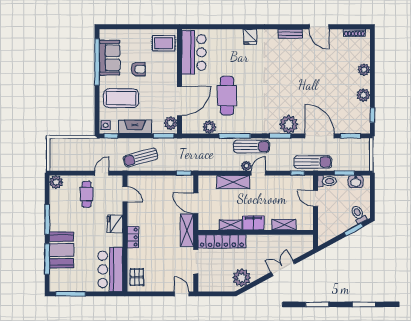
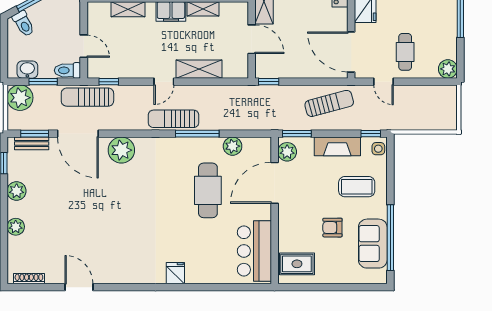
bench: (290, 34) -> (32, 143), moved
coffee table: (121, 98) -> (357, 187), width x0.73, depth x0.76
window: (280, 136) -> (133, 134), removed
plant: (246, 166) -> (20, 98), moved, width x1.87, depth x1.87
door: (102, 173) -> (384, 82), hinge flipped
door: (125, 194) -> (351, 52), width x1.87

